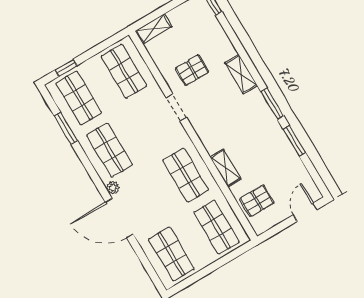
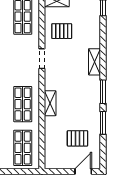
pallet: (192, 70) -> (62, 31), moved
shelving: (225, 168) -> (50, 103), moved
pallet: (257, 201) -> (77, 138), moved

